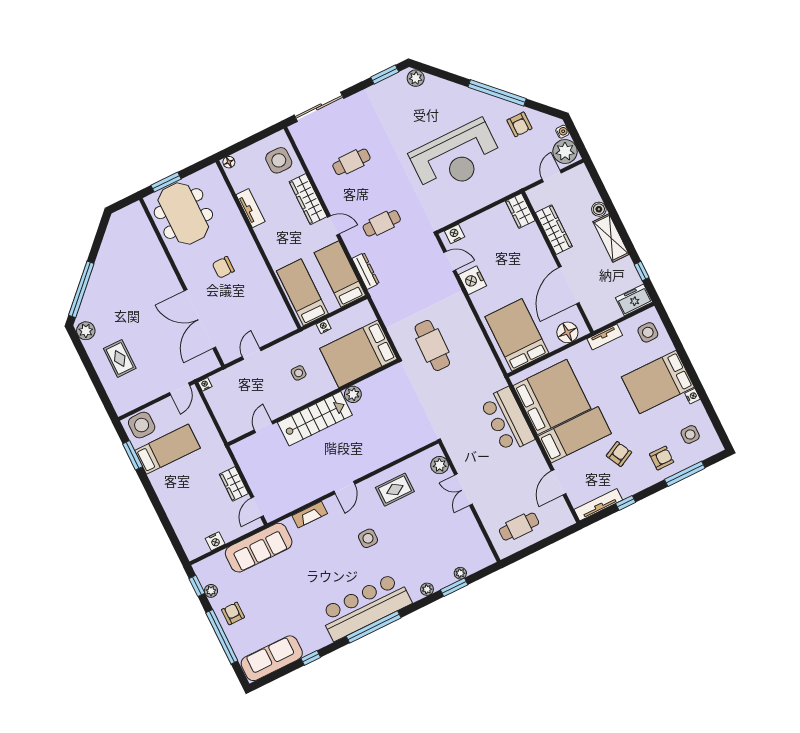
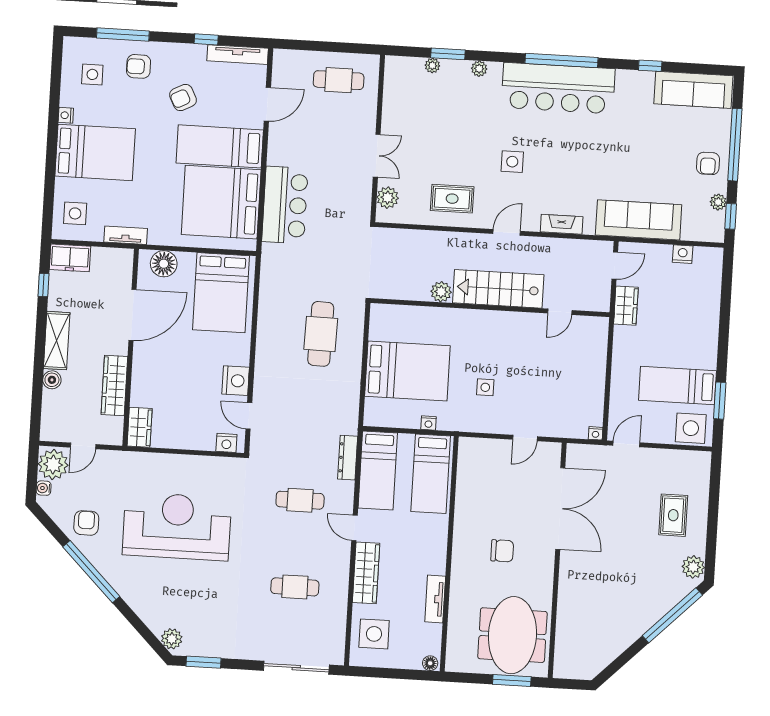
plant: (353, 394) -> (441, 292), moved
wall: (313, 403) -> (490, 308), moved
stairs: (315, 419) -> (498, 289), moved
door: (264, 427) -> (560, 312), moved

